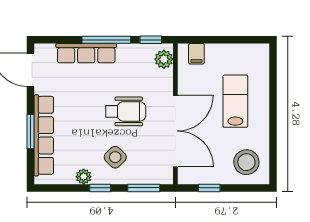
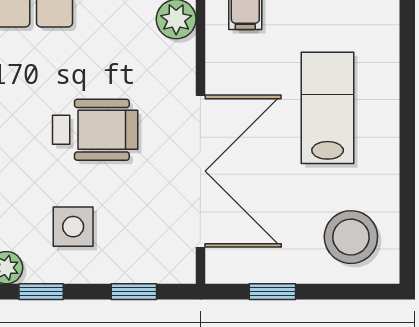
side table: (115, 157) -> (73, 227), turned 45
window: (144, 188) -> (134, 292), width x0.67

